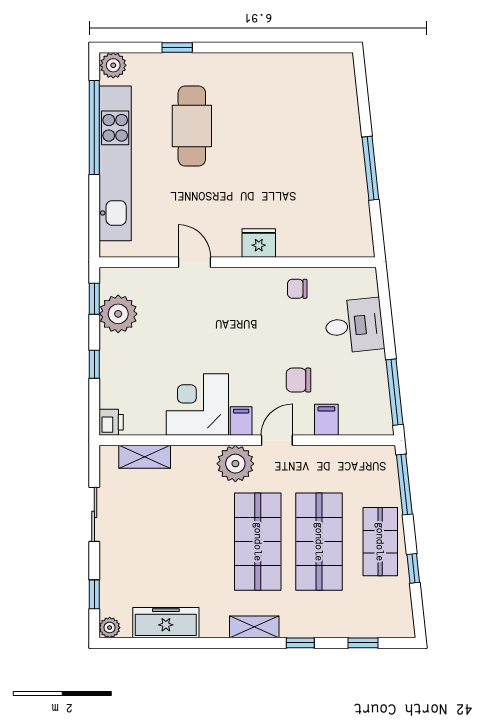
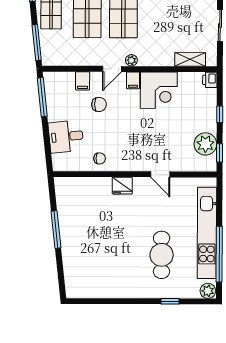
plant: (235, 464) -> (131, 60), width x0.53, depth x0.53

